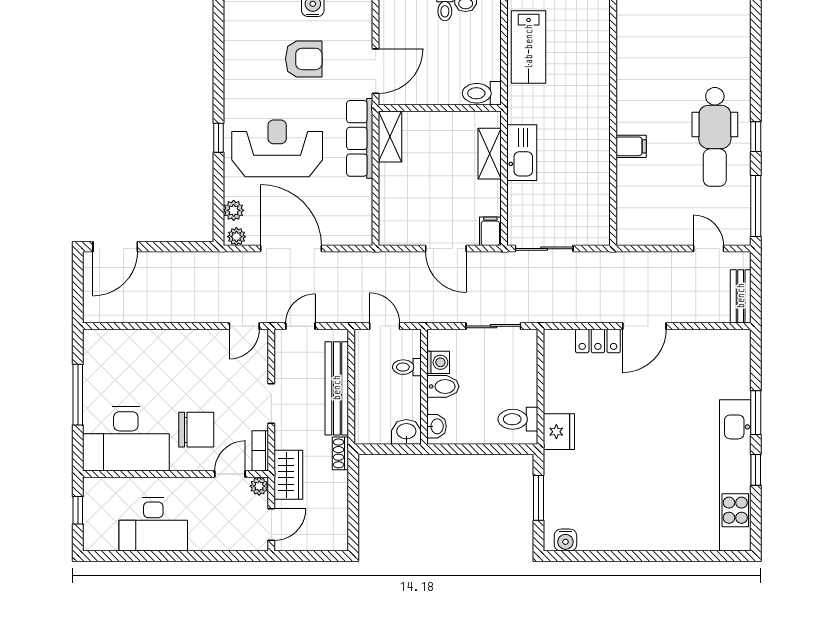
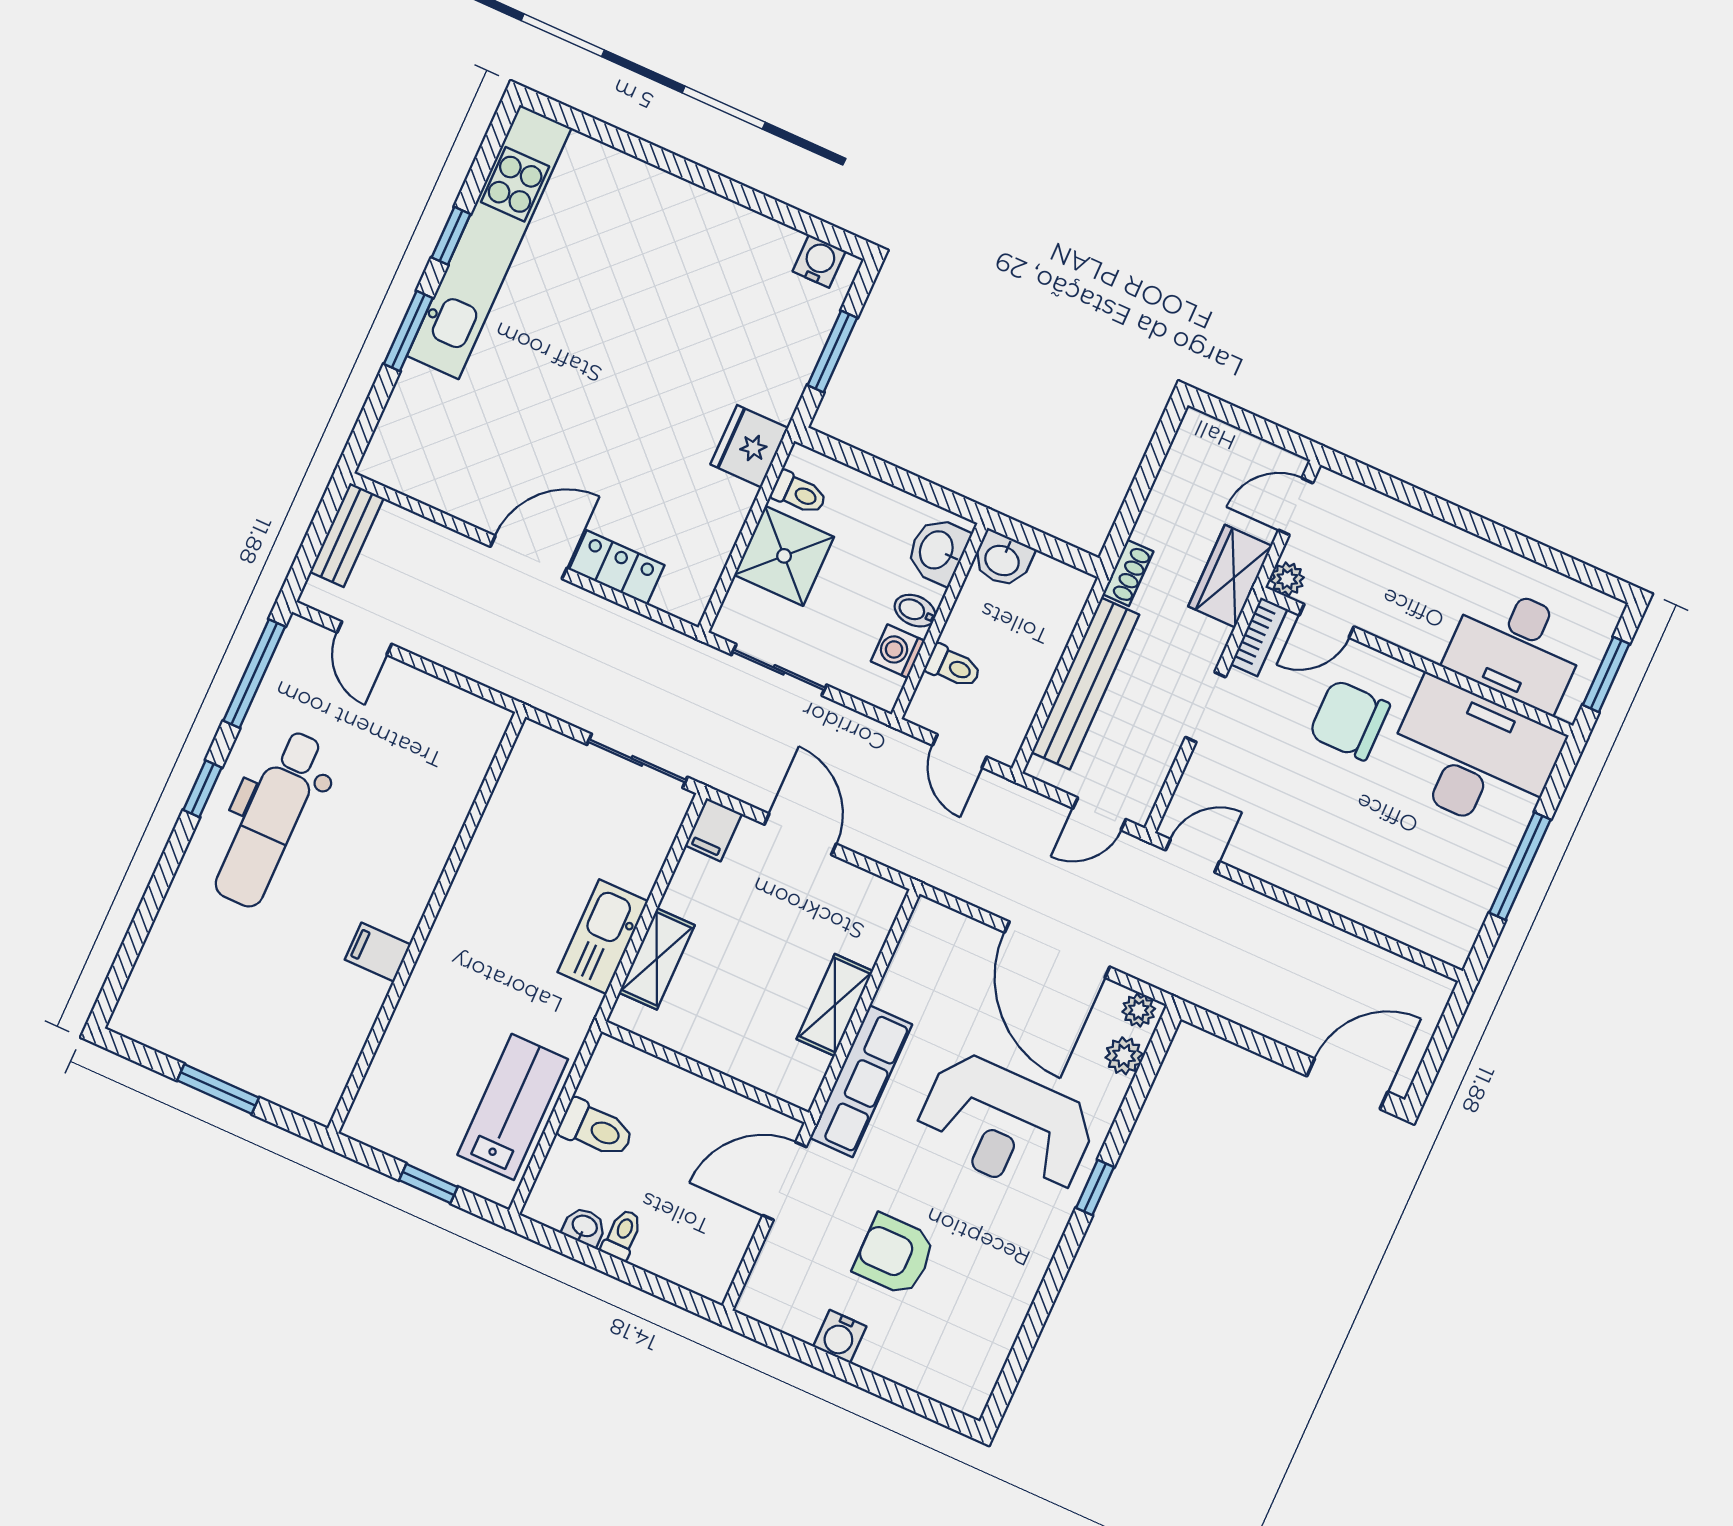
toilet: (482, 93) -> (596, 1129), moved
shelving: (390, 137) -> (835, 1005), moved
dental chair: (715, 137) -> (271, 819), turned 180
filing cabinet: (631, 146) -> (378, 952), moved
shower: (517, 384) -> (784, 556), added
bidet: (443, 386) -> (915, 611), width x0.72, depth x0.74
toilet: (518, 419) -> (799, 493), width x0.73, depth x0.72
washbasin: (437, 426) -> (938, 551), width x1.38, depth x1.45
window: (78, 510) -> (1606, 674), width x1.50
desk: (153, 524) -> (1517, 647), moved, turned 180

